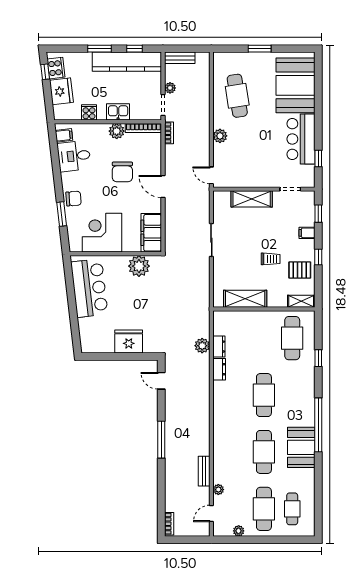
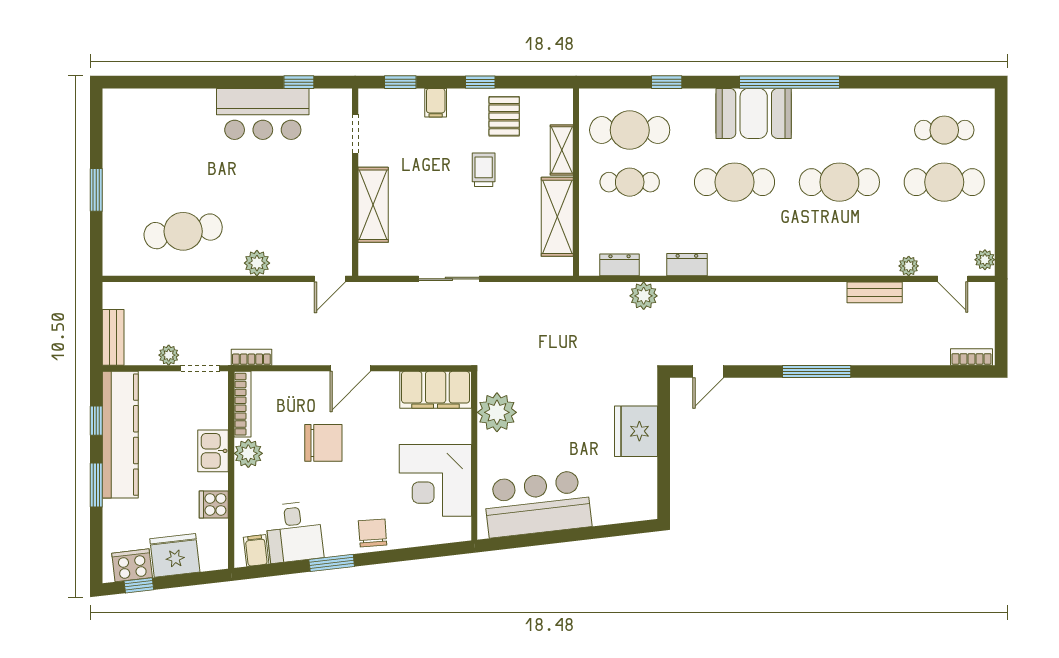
booth: (295, 85) -> (164, 124), removed
window: (62, 214) -> (332, 563), moved
shelving: (301, 301) -> (562, 150), moved
cafe table: (264, 338) -> (630, 182), added
dresser: (219, 347) -> (620, 265), moved
booth: (301, 447) -> (754, 113), moved
plant: (239, 531) -> (985, 260), moved

